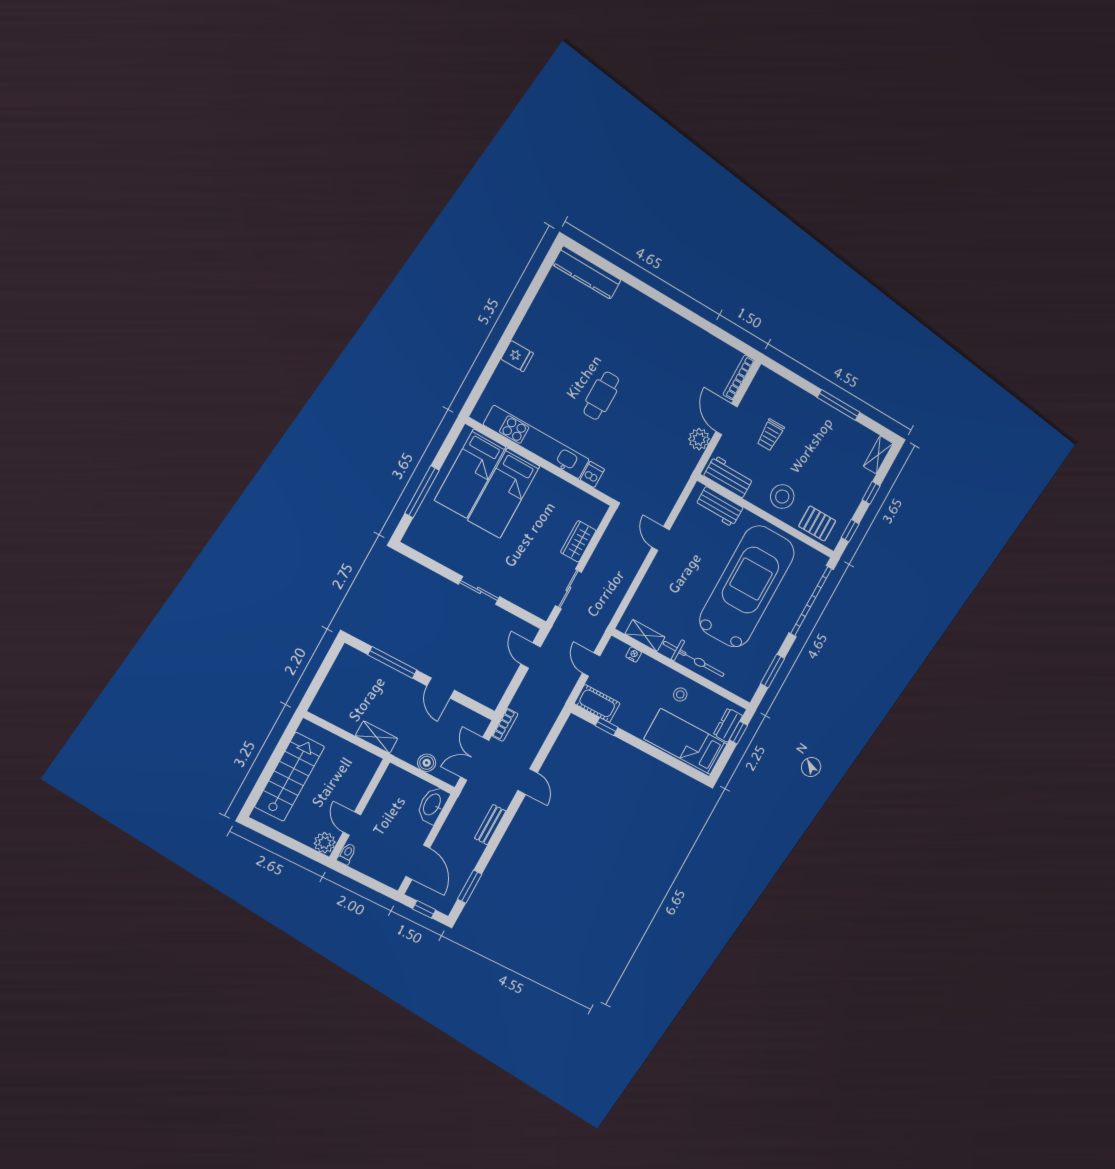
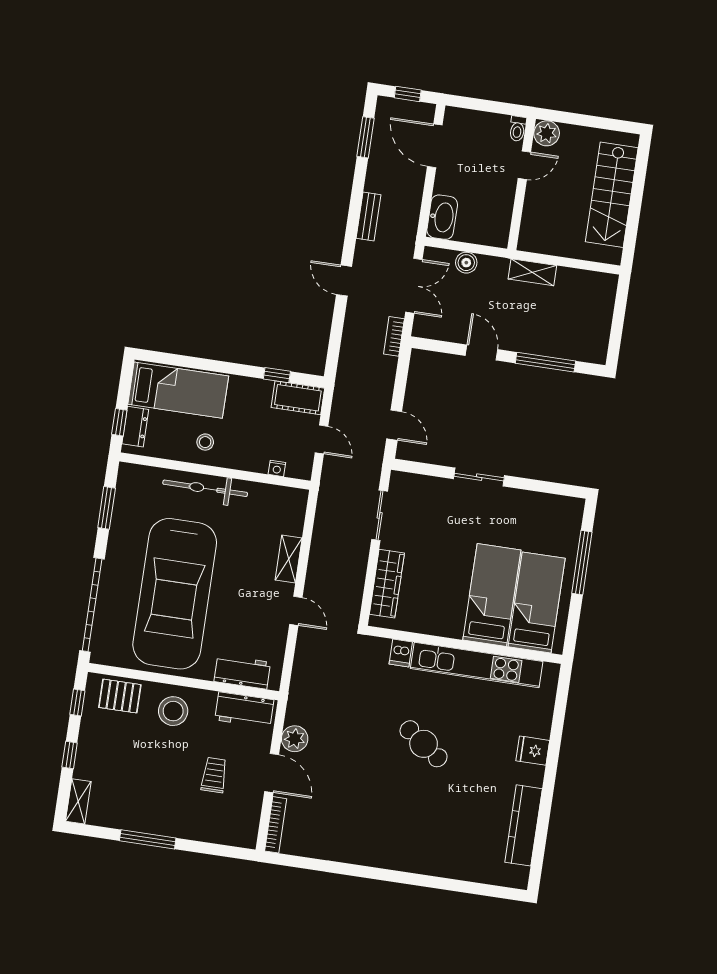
kitchen counter: (587, 272) -> (524, 825), moved, turned -90
cafe table: (601, 396) -> (424, 744), turned -54
wardrobe: (578, 541) -> (387, 584), width x1.50
shelving: (645, 635) -> (289, 559), moved, turned 90
door: (352, 824) -> (524, 165), hinge flipped

